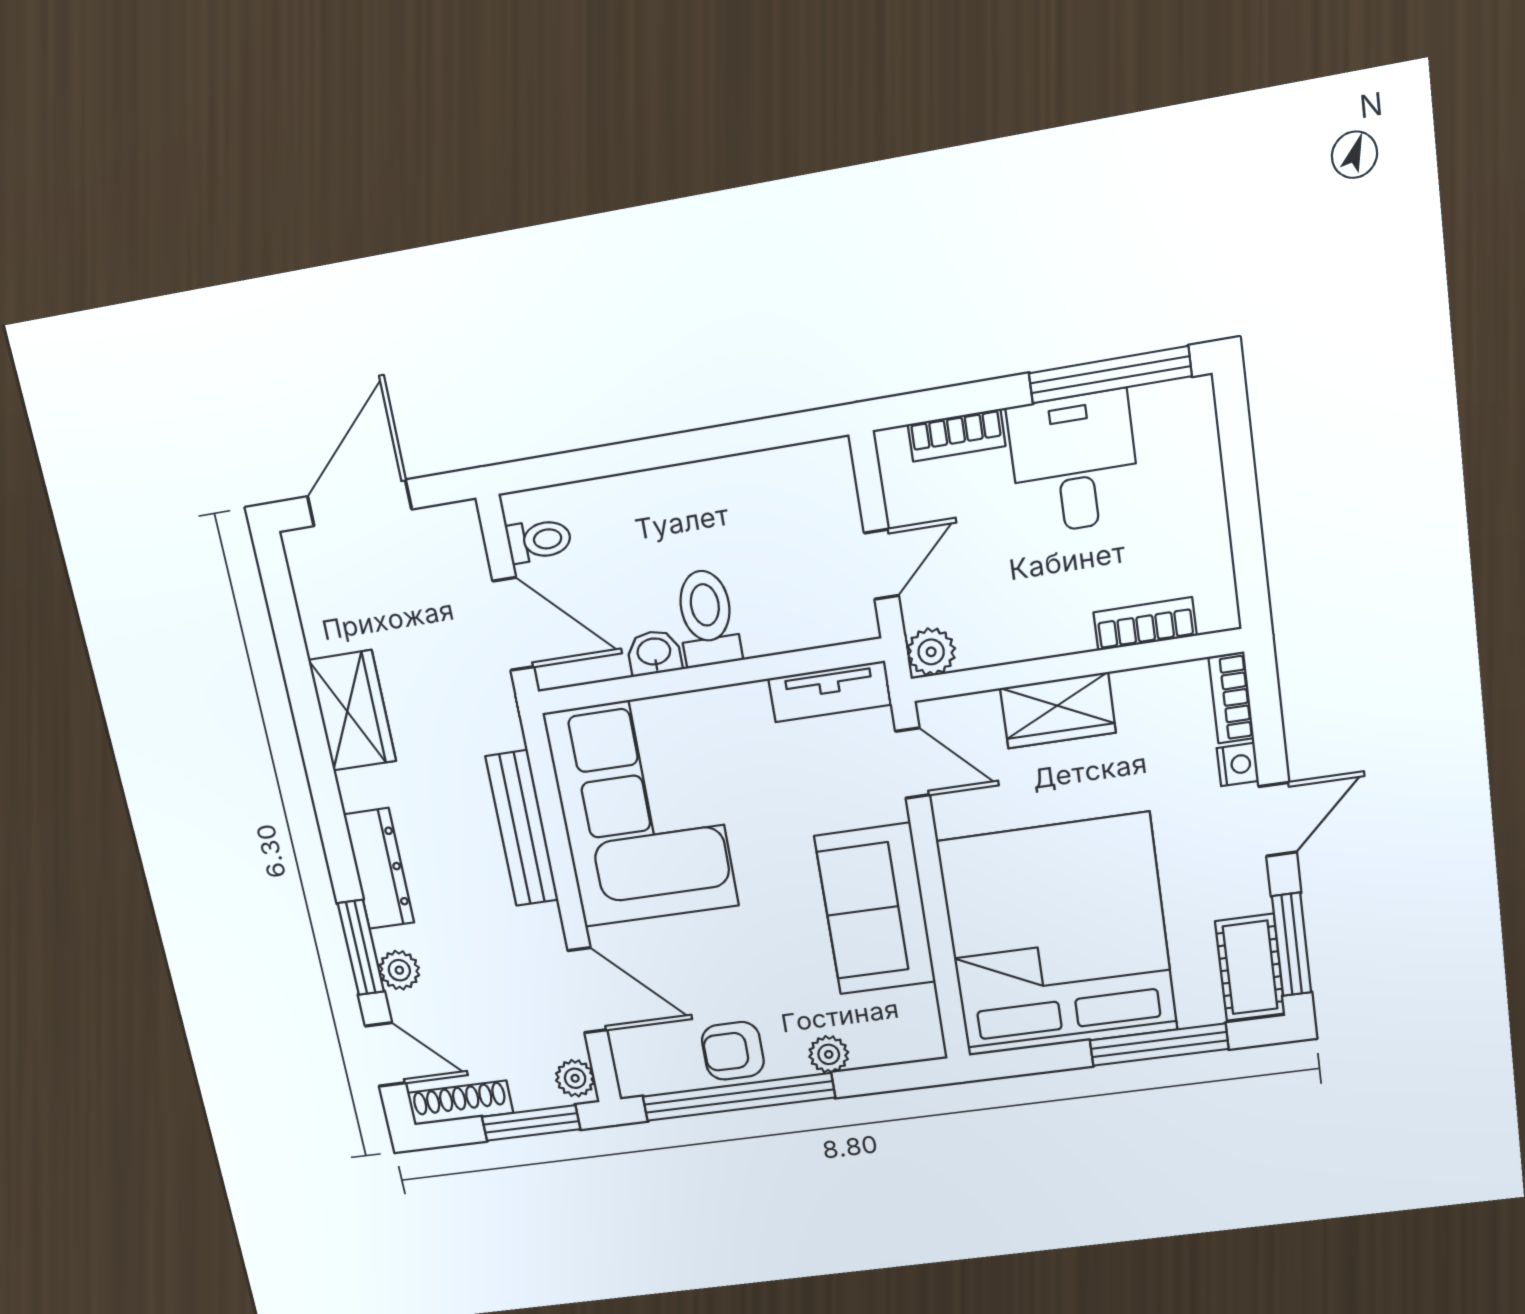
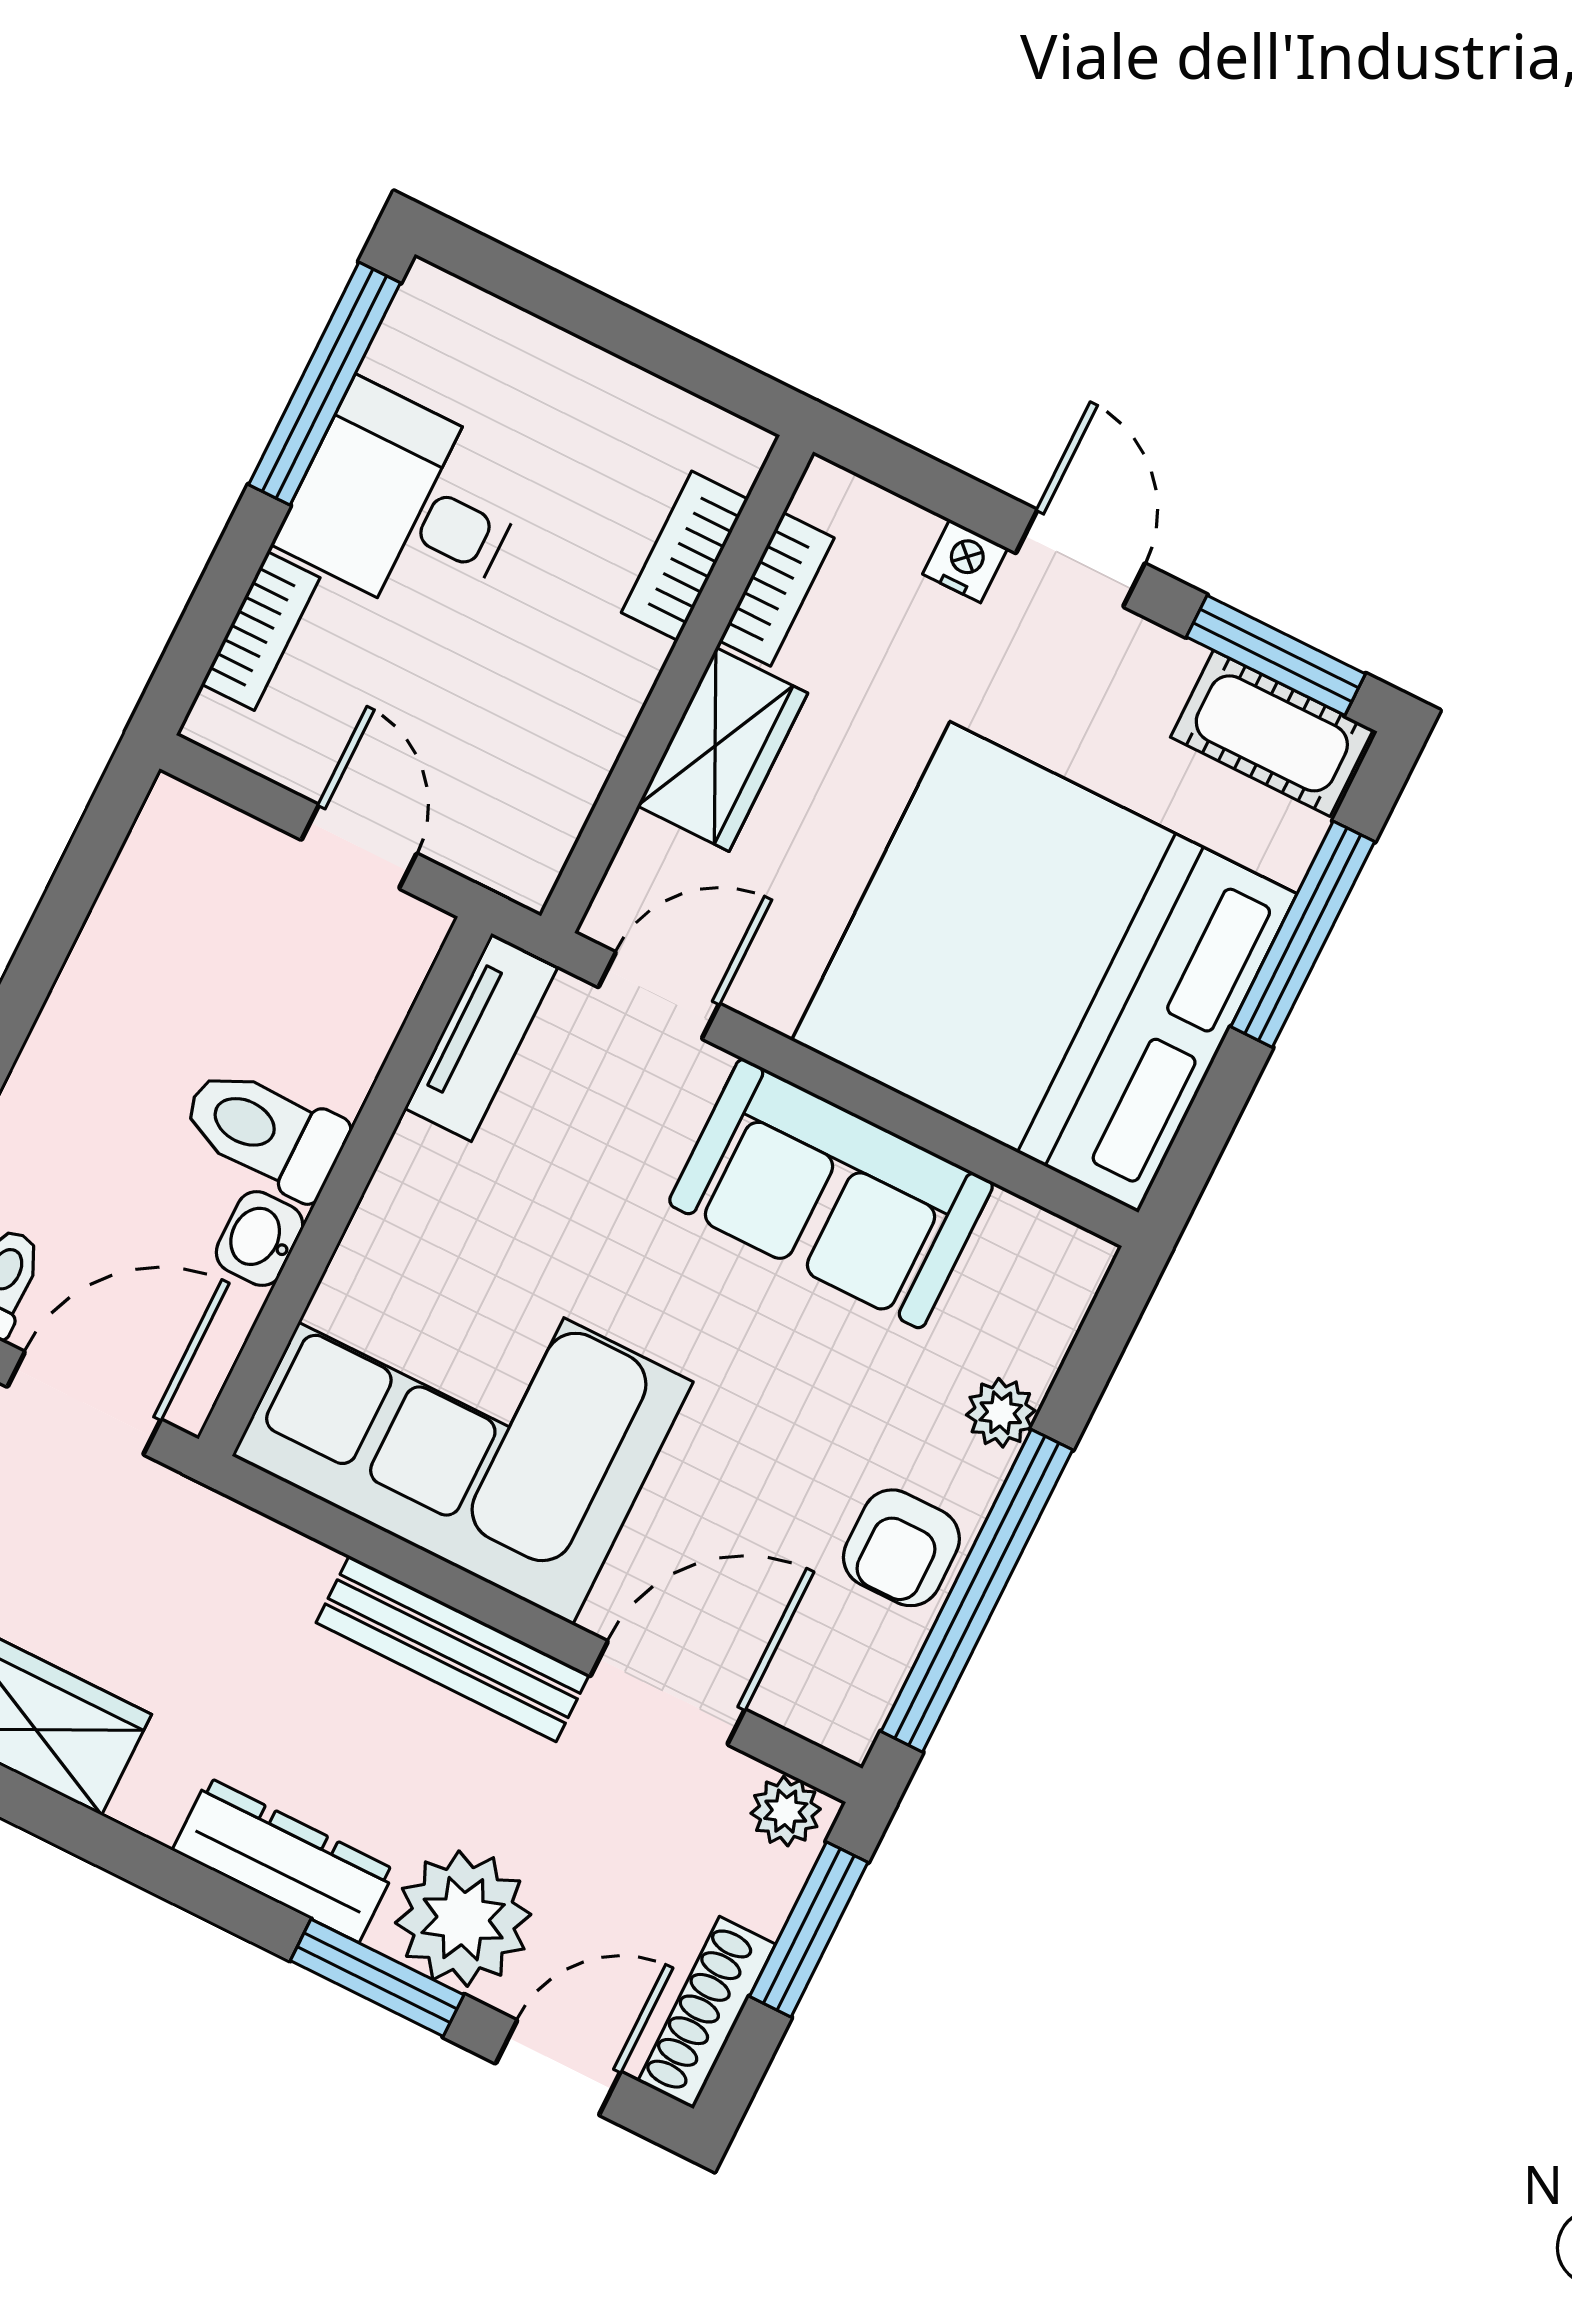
plant: (931, 652) -> (523, 863), removed
bookcase: (1231, 698) -> (777, 589), moved, turned -90
bench: (522, 829) -> (453, 1649), moved
plant: (399, 970) -> (463, 1919), width x1.87, depth x1.87

